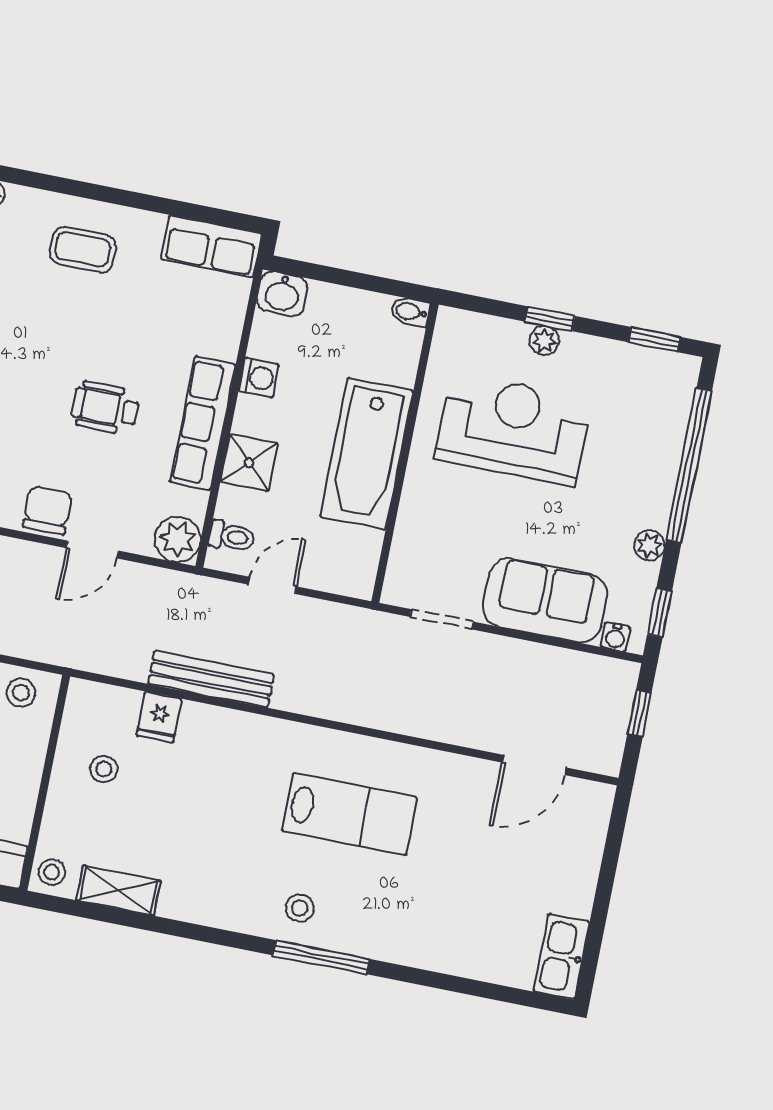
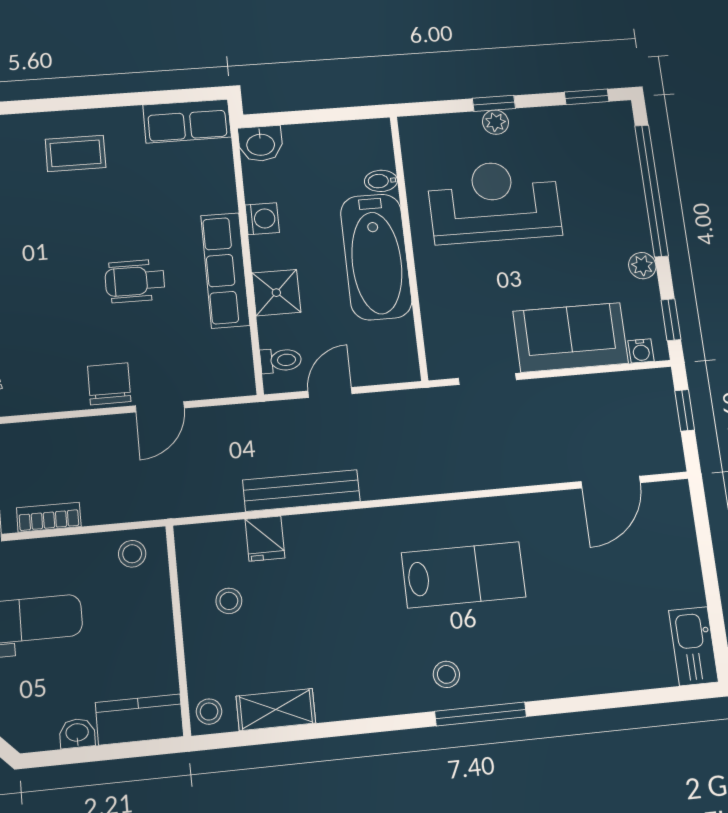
bidet: (411, 312) -> (381, 181), moved
plant: (178, 539) -> (234, 376), removed

